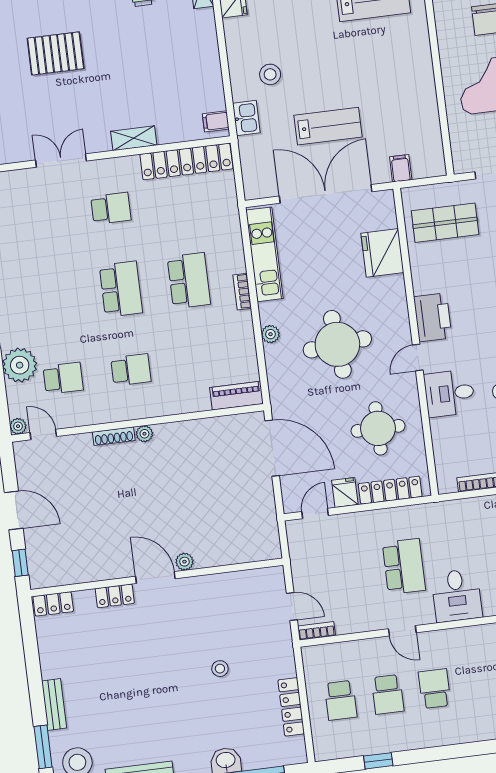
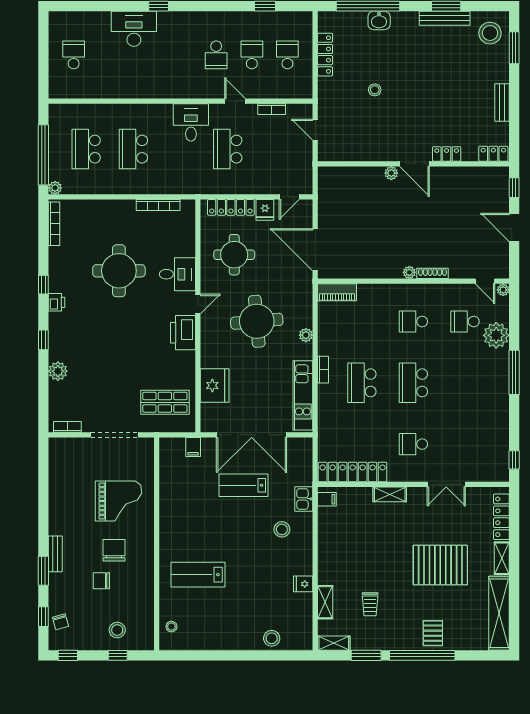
pallet: (56, 53) -> (440, 565), width x1.37, depth x1.41
bookcase: (317, 631) -> (272, 109), moved
bench: (54, 705) -> (502, 102), moved

